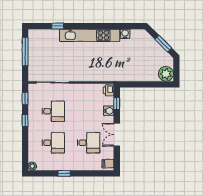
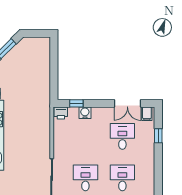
plant: (166, 74) -> (42, 46), removed
double door: (117, 135) -> (127, 103), moved
window: (64, 173) -> (158, 136), moved

